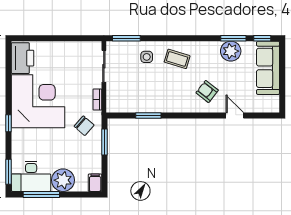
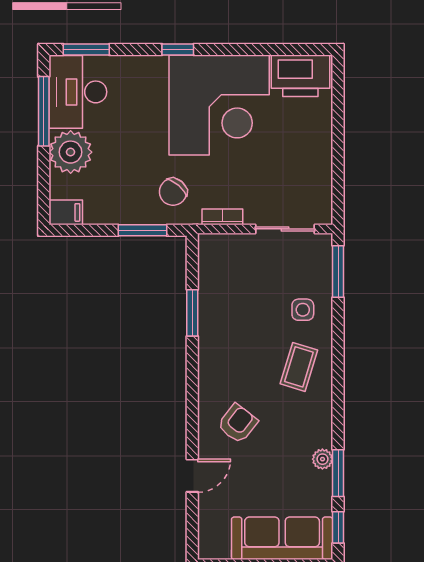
plant: (231, 51) -> (322, 459), width x0.53, depth x0.53

